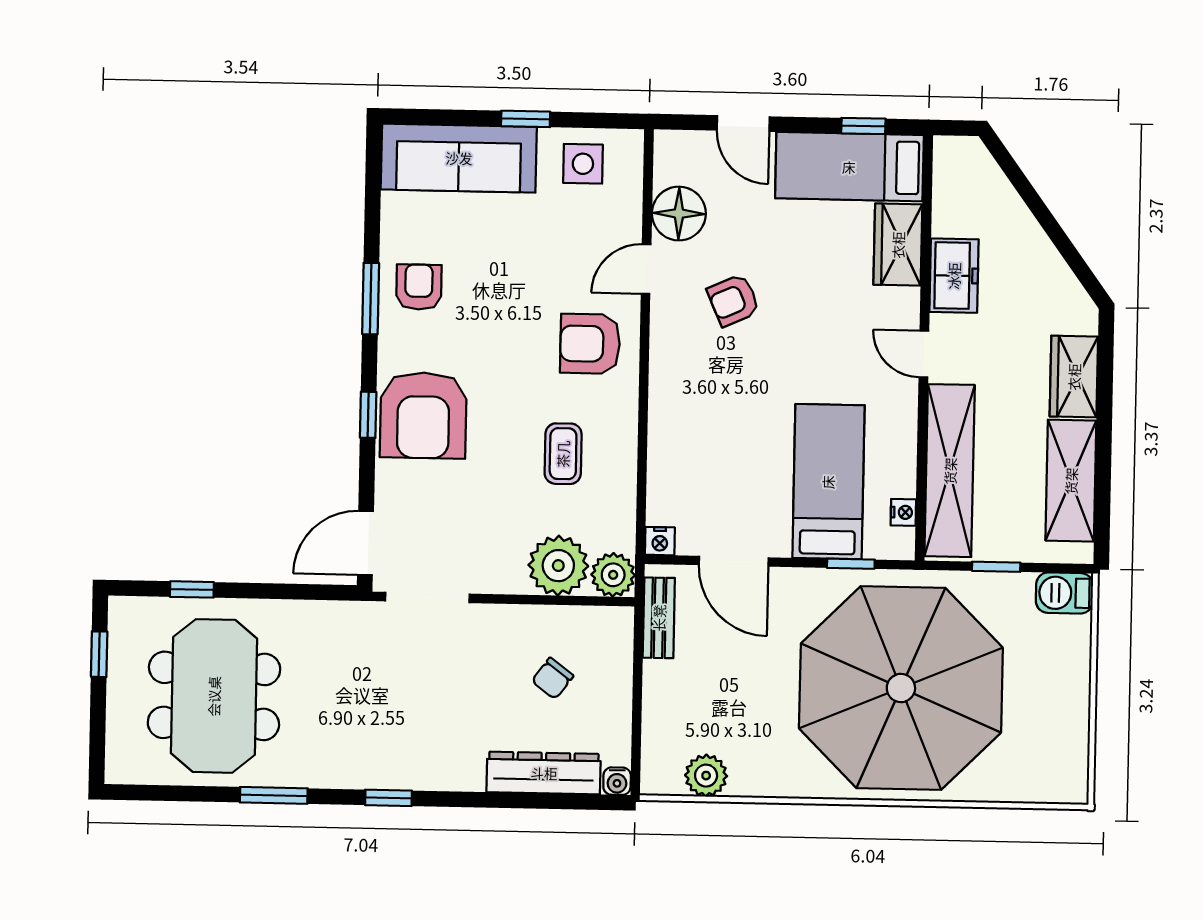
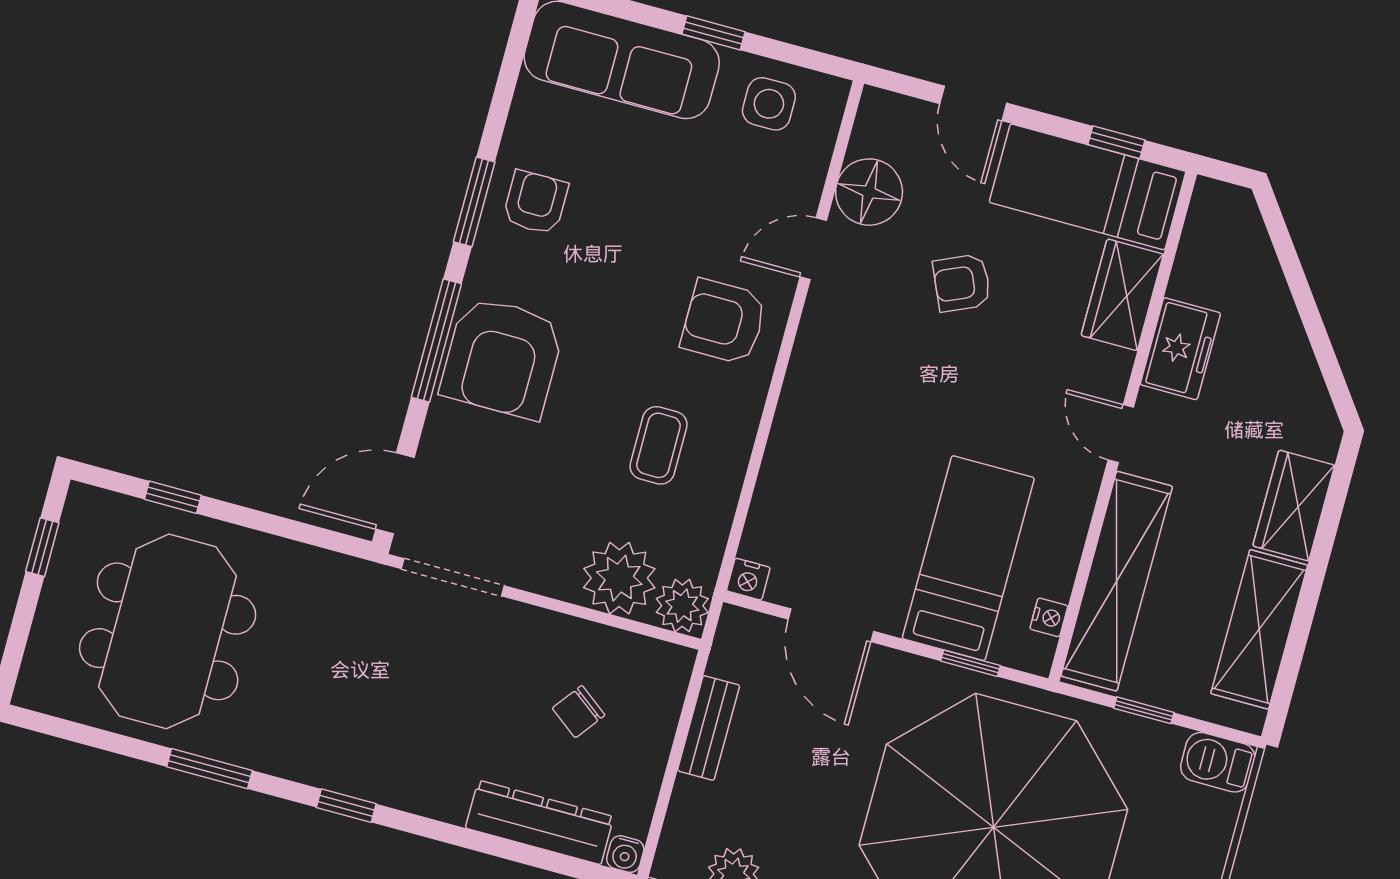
armchair: (733, 300) -> (962, 283), moved
window: (368, 415) -> (436, 341), width x2.17
bench: (659, 618) -> (709, 728), moved

